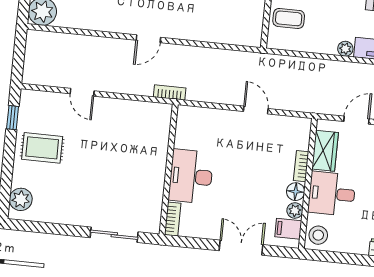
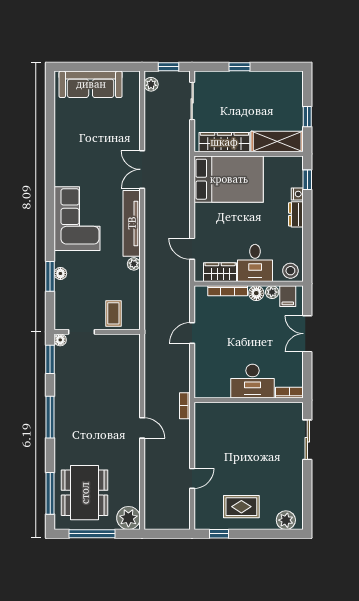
rug: (42, 148) -> (241, 507), turned 90
bookcase: (301, 166) -> (228, 291), width x1.56

